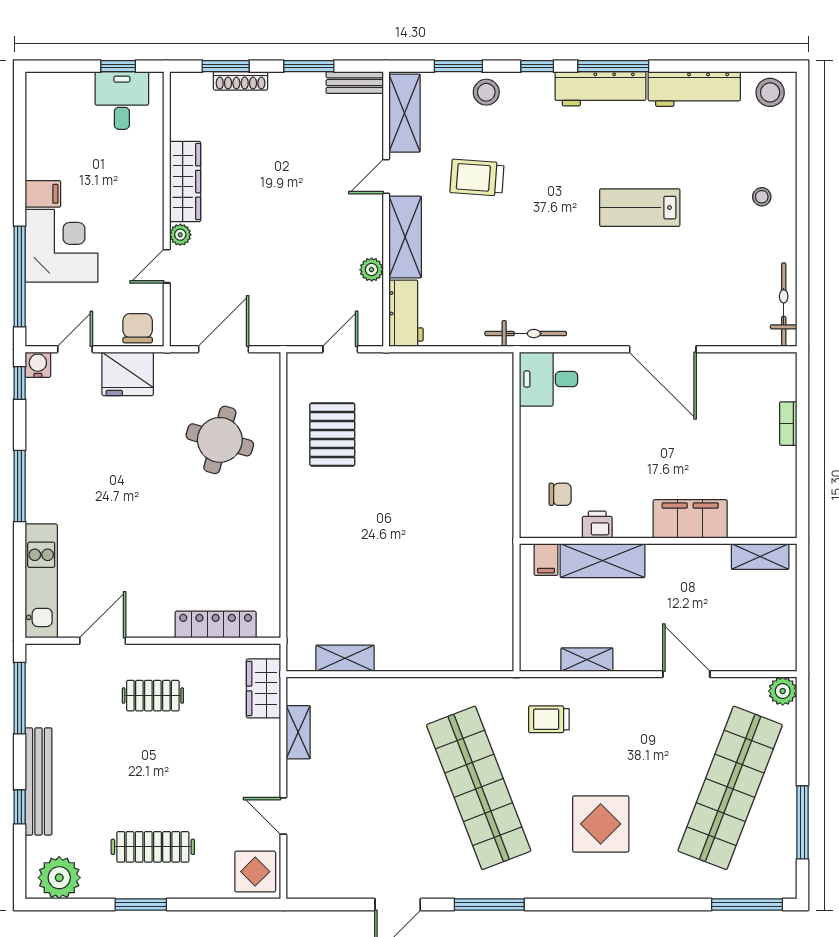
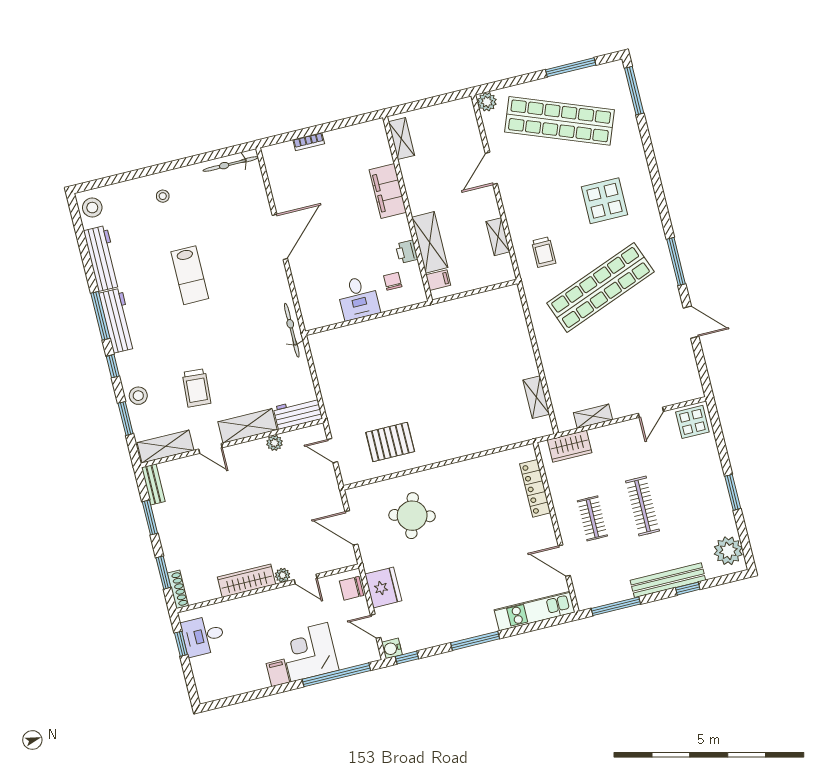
shoe rack: (241, 81) -> (178, 589), moved
desk: (548, 379) -> (358, 298), moved
clothes rail: (153, 847) -> (642, 506), moved

